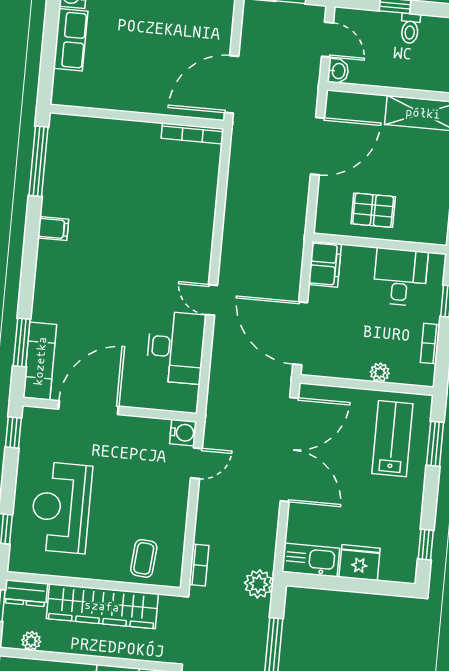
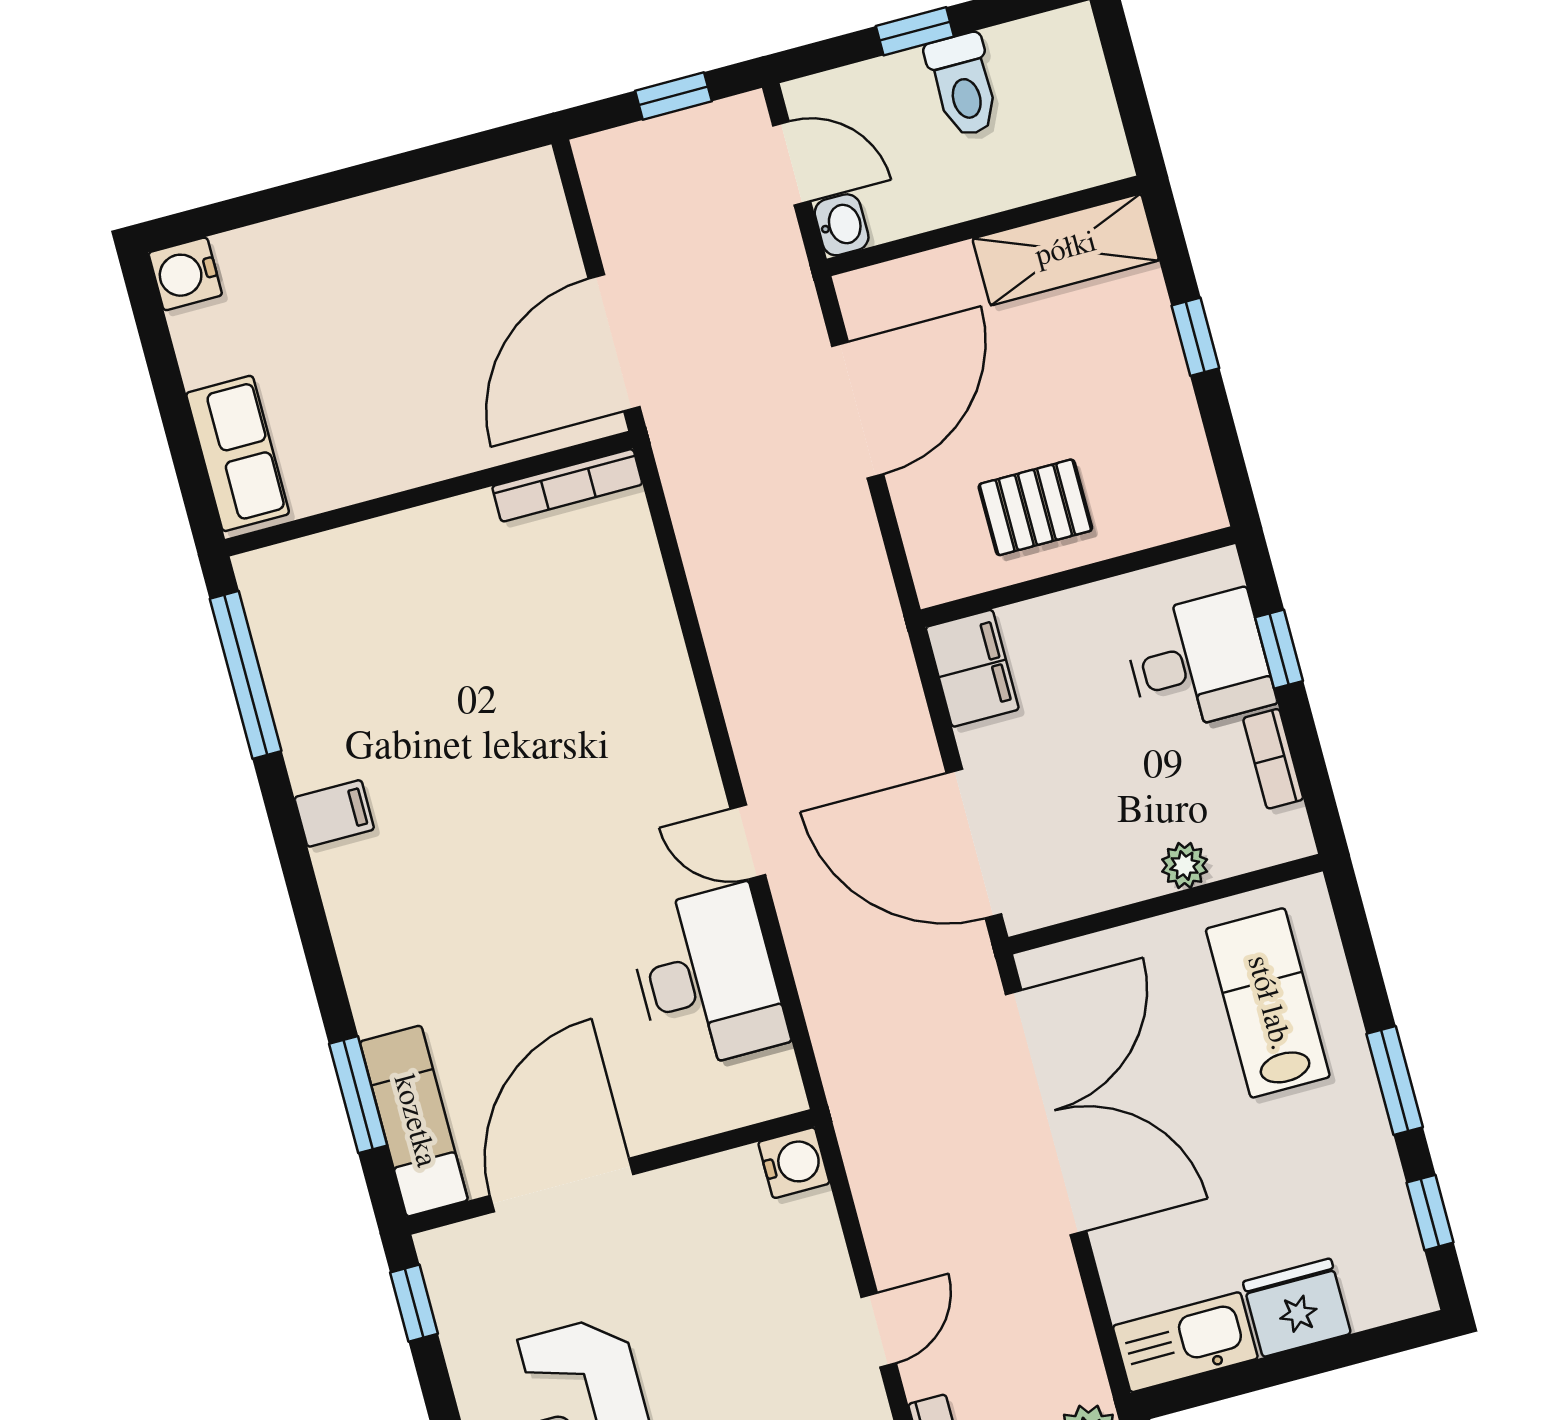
toilet: (410, 28) -> (963, 85), width x1.37, depth x1.39
row of seats: (71, 40) -> (238, 453), moved
desk: (400, 277) -> (1199, 662), moved, turned 90
window: (435, 444) -> (1395, 1080), moved
door: (196, 463) -> (879, 1330), moved

